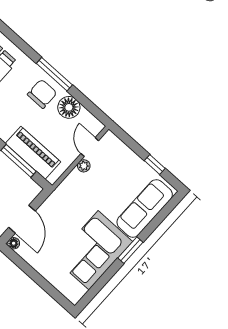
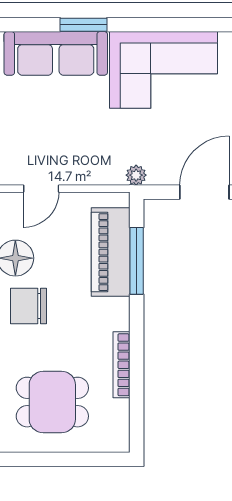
plant: (84, 166) -> (136, 175), moved
window: (130, 250) -> (84, 25), moved

